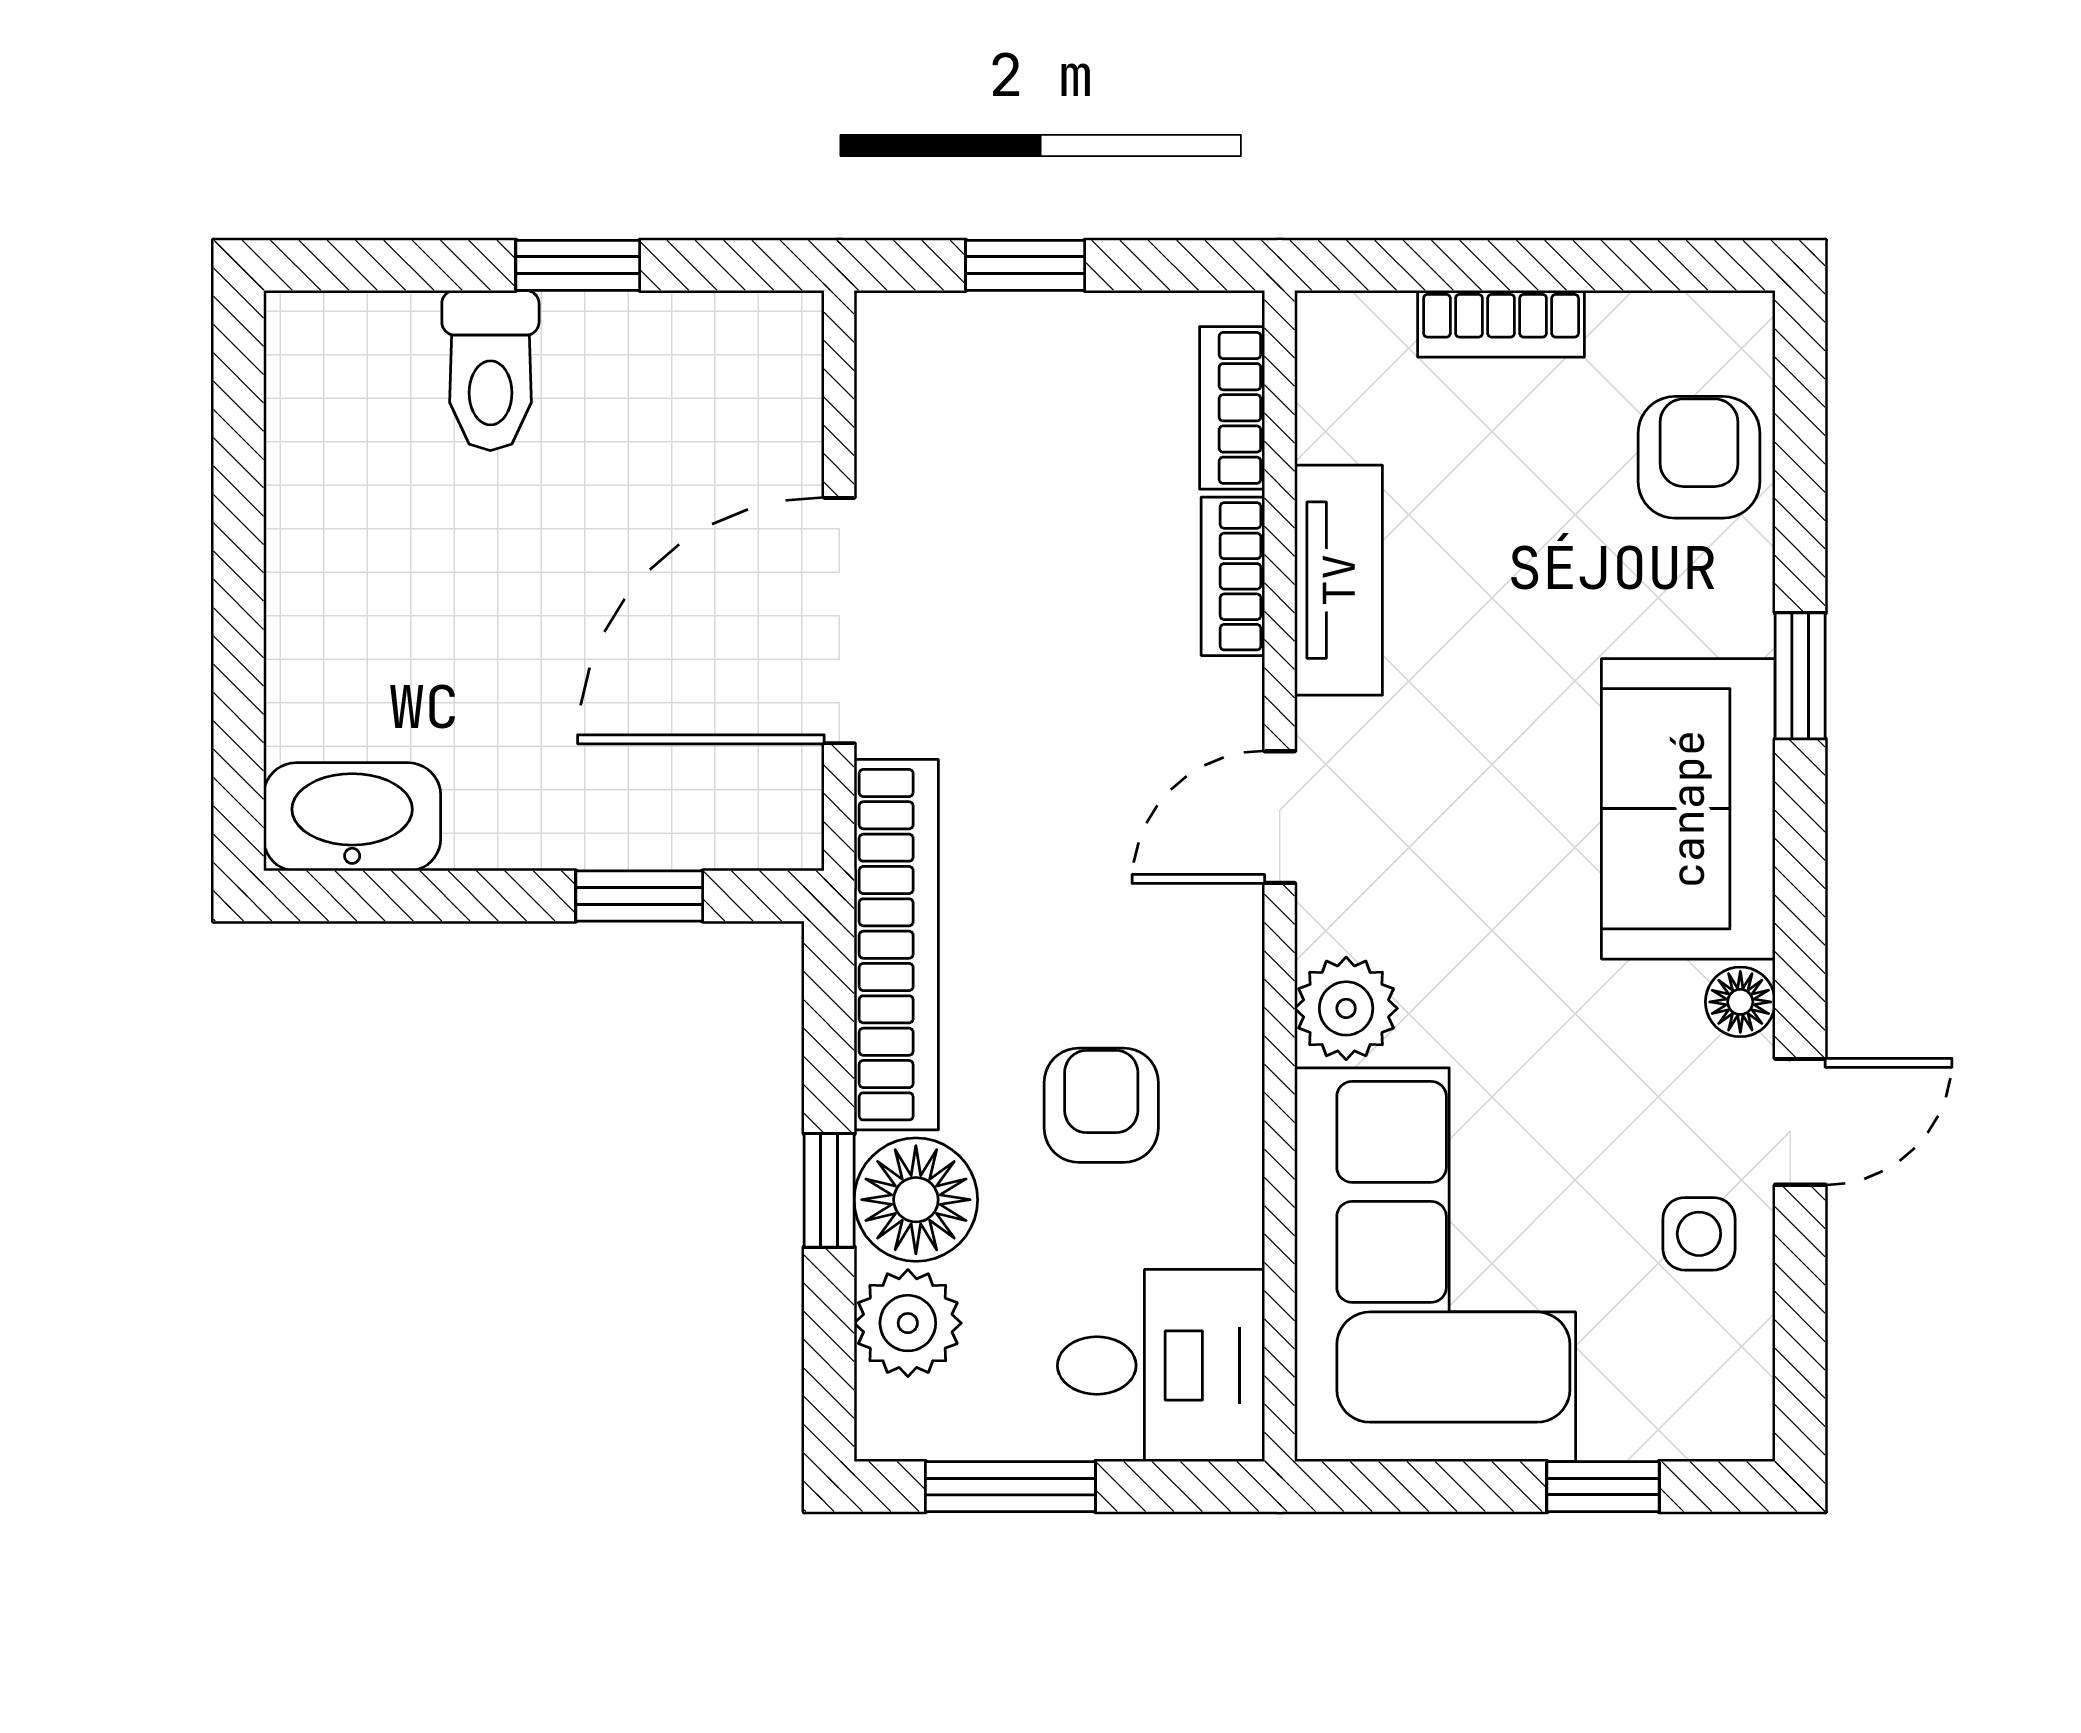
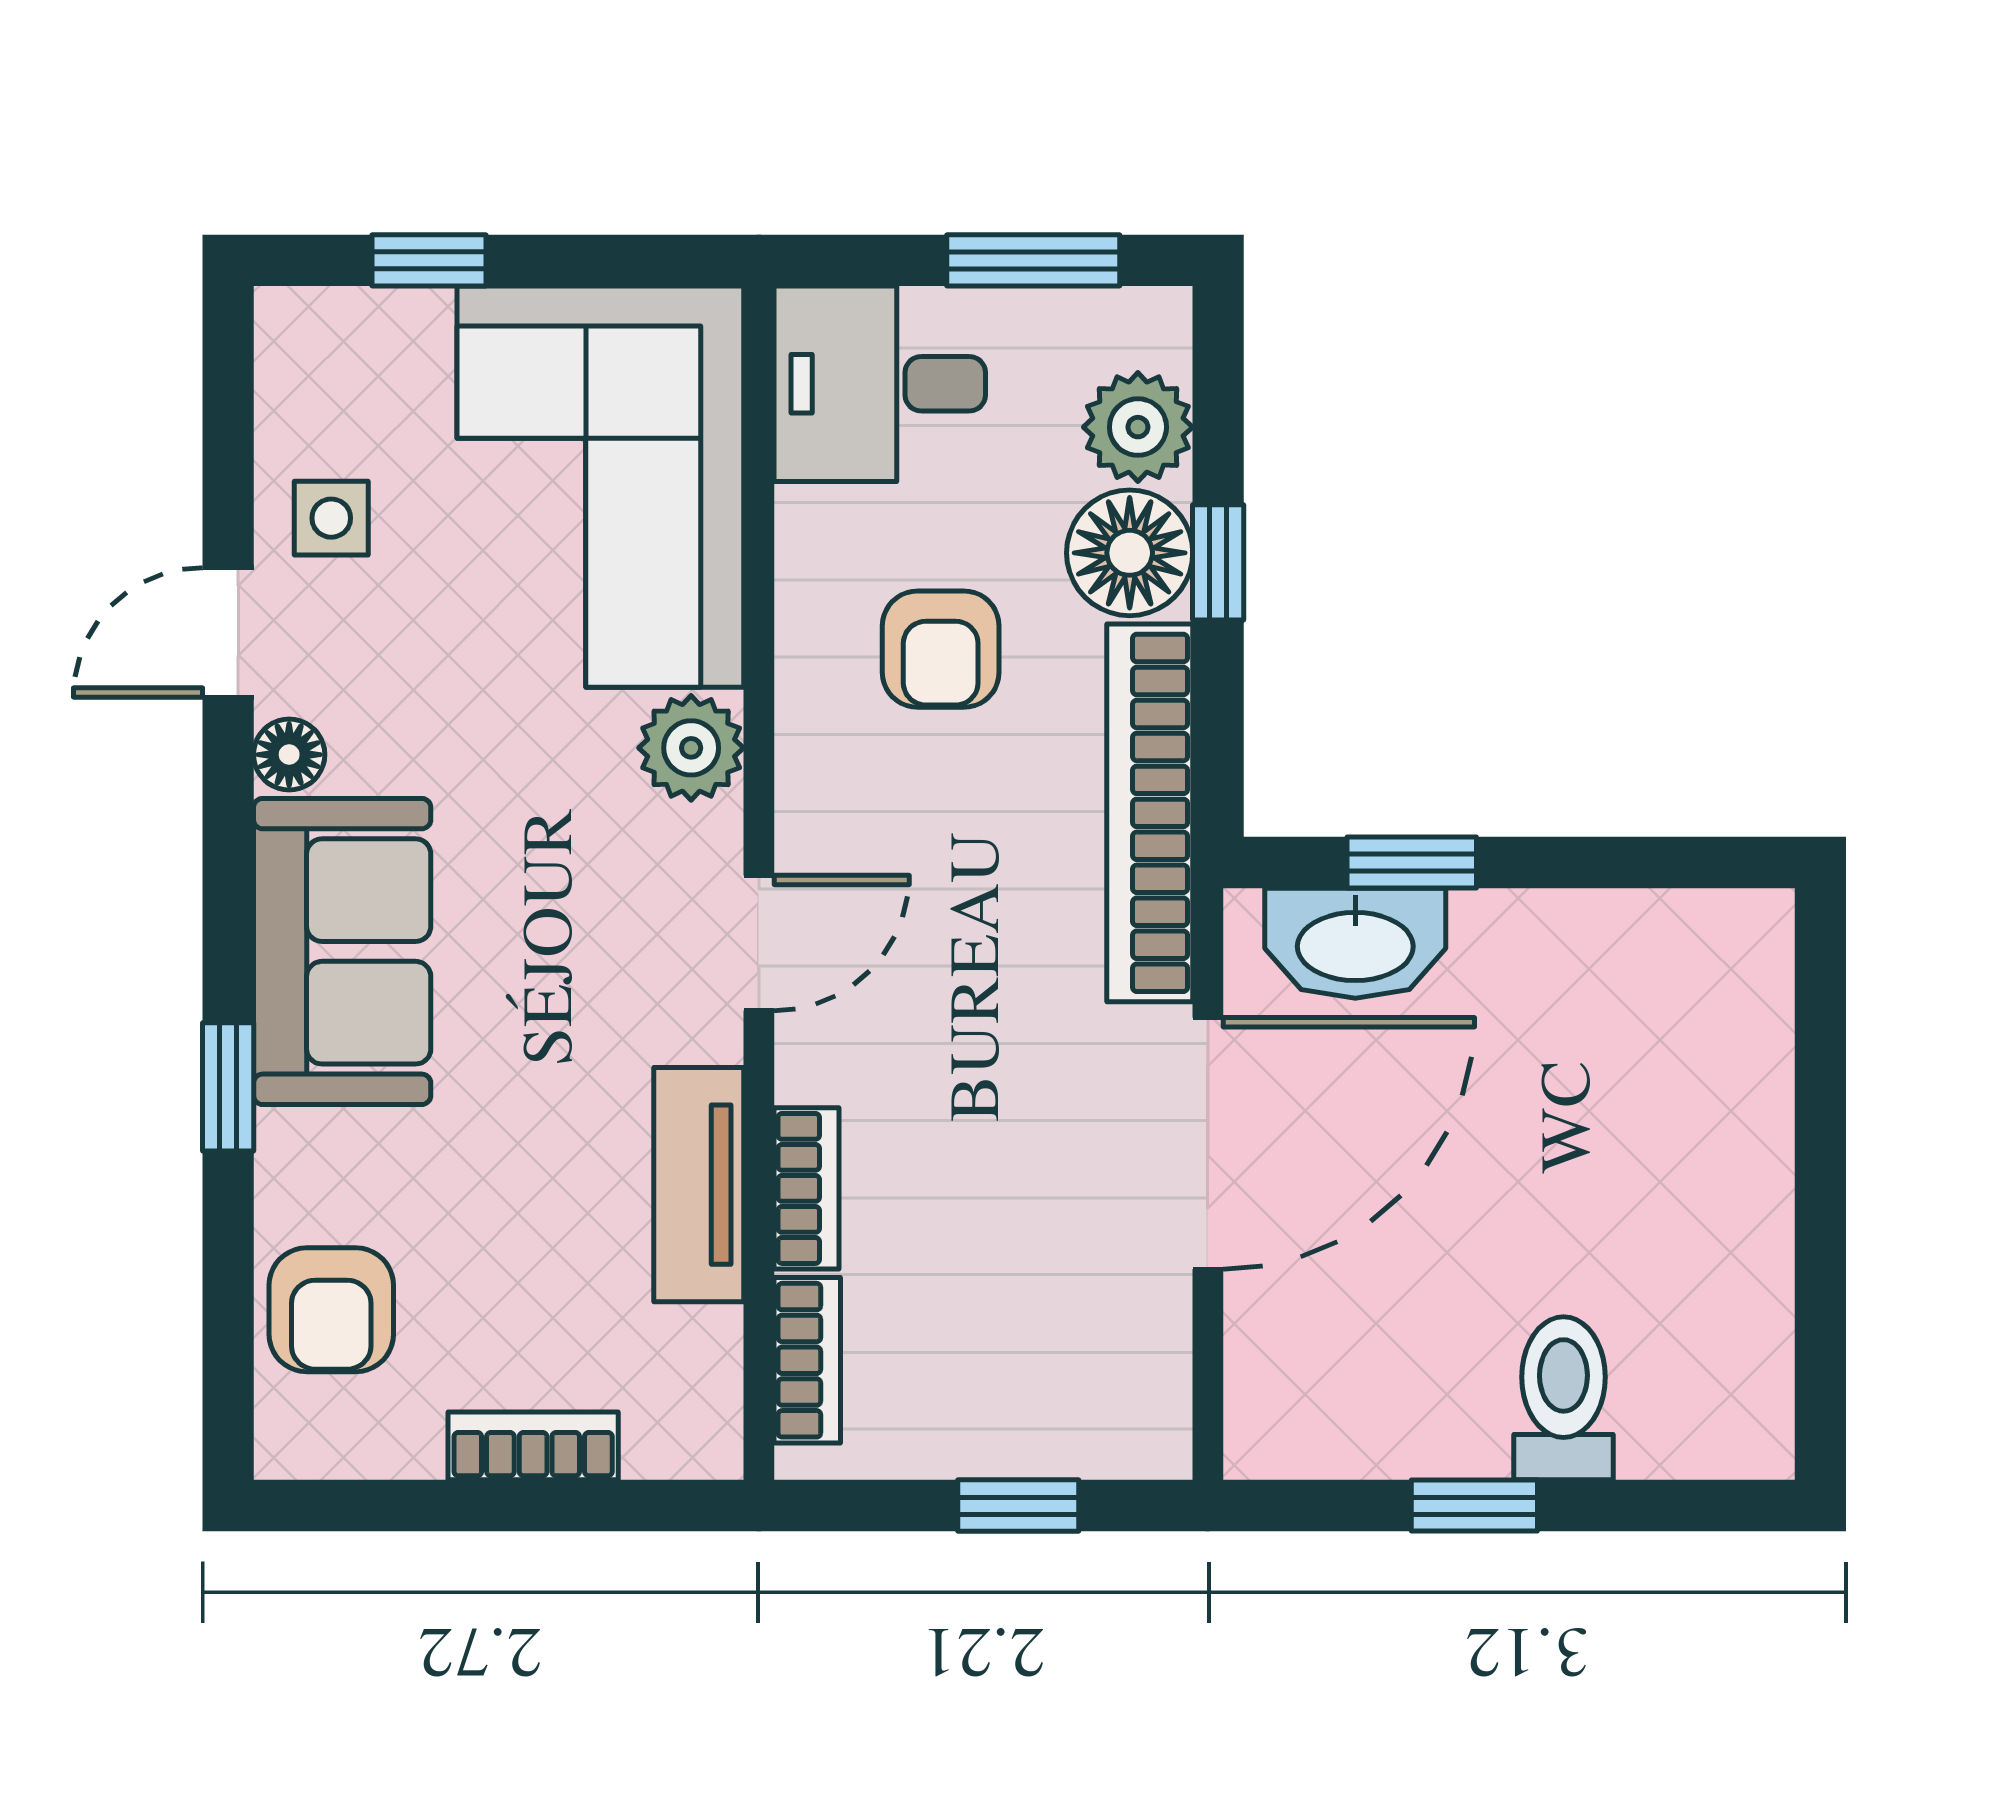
washbasin: (352, 817) -> (1355, 943), moved

